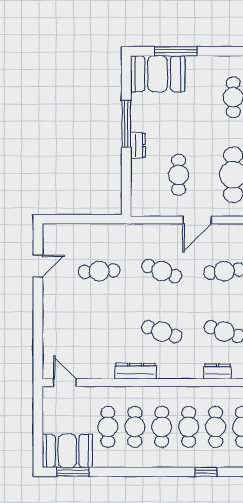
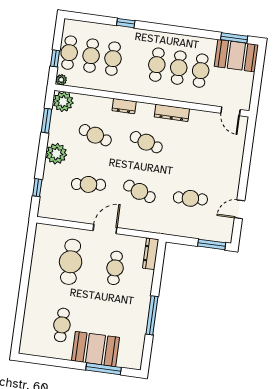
booth: (158, 74) -> (95, 349), moved
dresser: (138, 145) -> (151, 254), moved, width x1.44
window: (66, 219) -> (212, 244), added
dresser: (218, 371) -> (124, 106), moved
cafe table: (189, 427) -> (135, 62), removed

